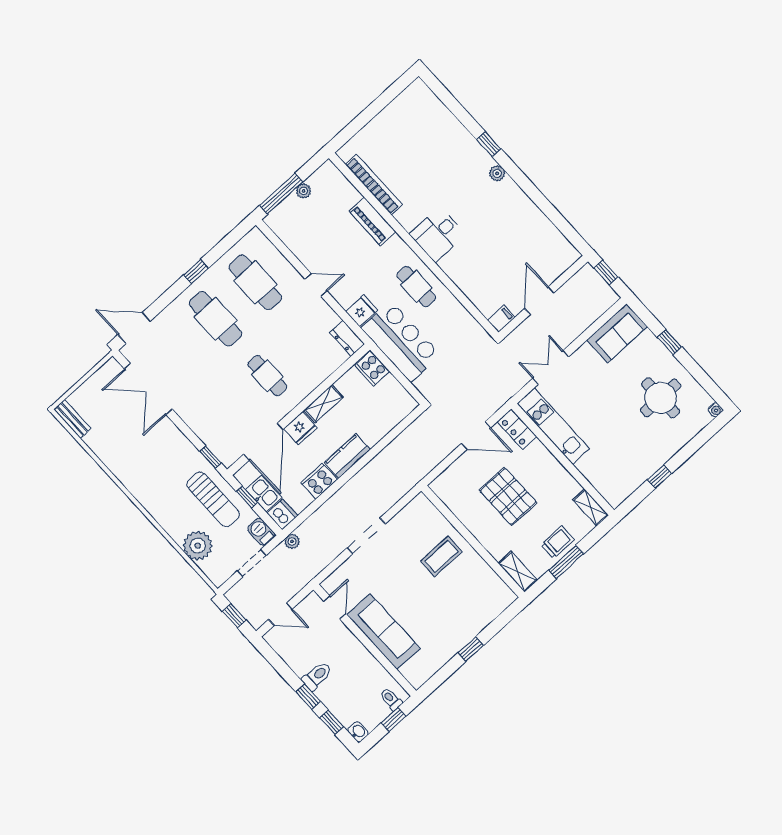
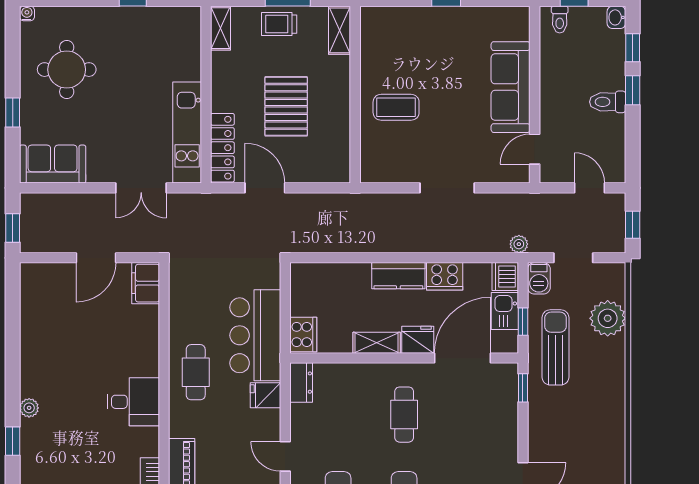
filing cabinet: (501, 319) -> (146, 283), width x2.00
locker: (517, 429) -> (222, 148), width x1.53

